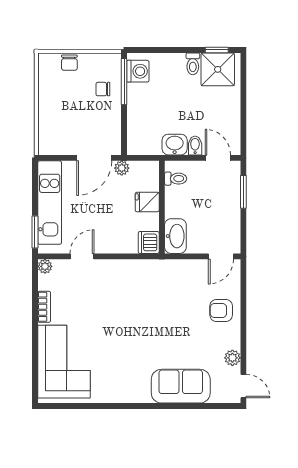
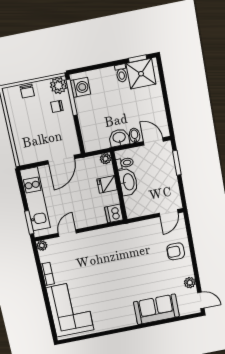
plant: (110, 64) -> (58, 86), added
plant: (122, 168) -> (106, 159), moved
washbasin: (175, 236) -> (128, 182), moved

